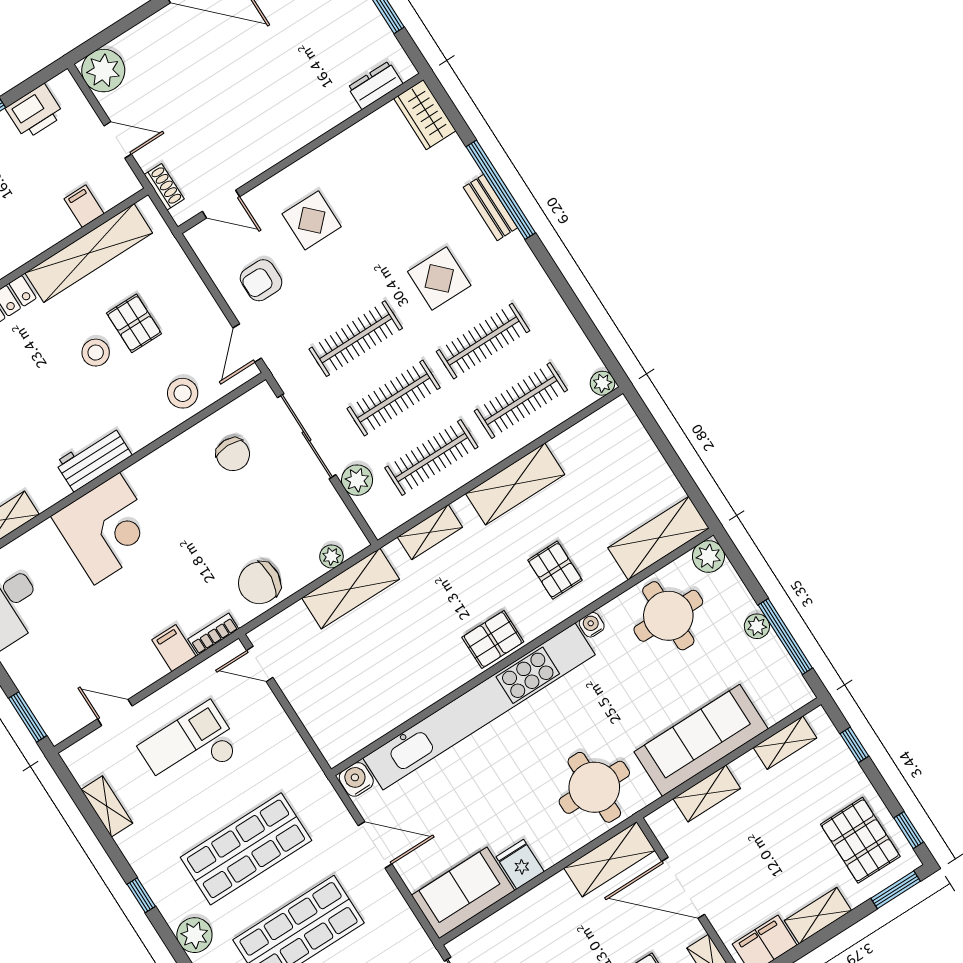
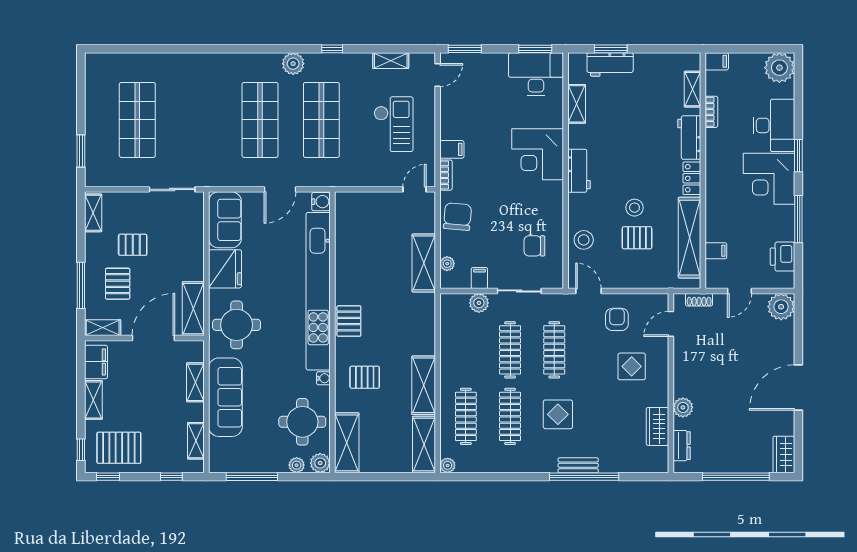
wardrobe: (425, 115) -> (657, 426), moved, turned -90
plant: (323, 116) -> (683, 407), added
sliding door: (307, 436) -> (519, 291), width x0.73
clothes rail: (431, 457) -> (466, 350), removed
filing cabinet: (323, 501) -> (479, 278), added
shelving: (430, 532) -> (424, 445), moved, width x1.50, depth x1.33
plant: (757, 626) -> (297, 465), moved
door: (115, 712) -> (438, 75), moved
fridge: (520, 864) -> (225, 269), width x1.88, depth x1.34
window: (896, 890) -> (81, 450), width x0.67

